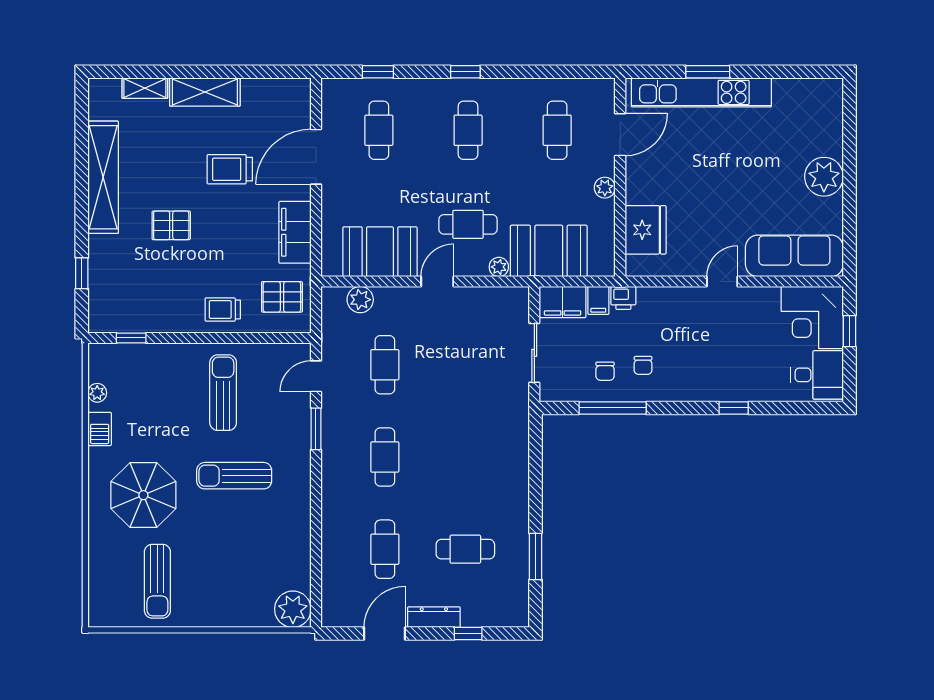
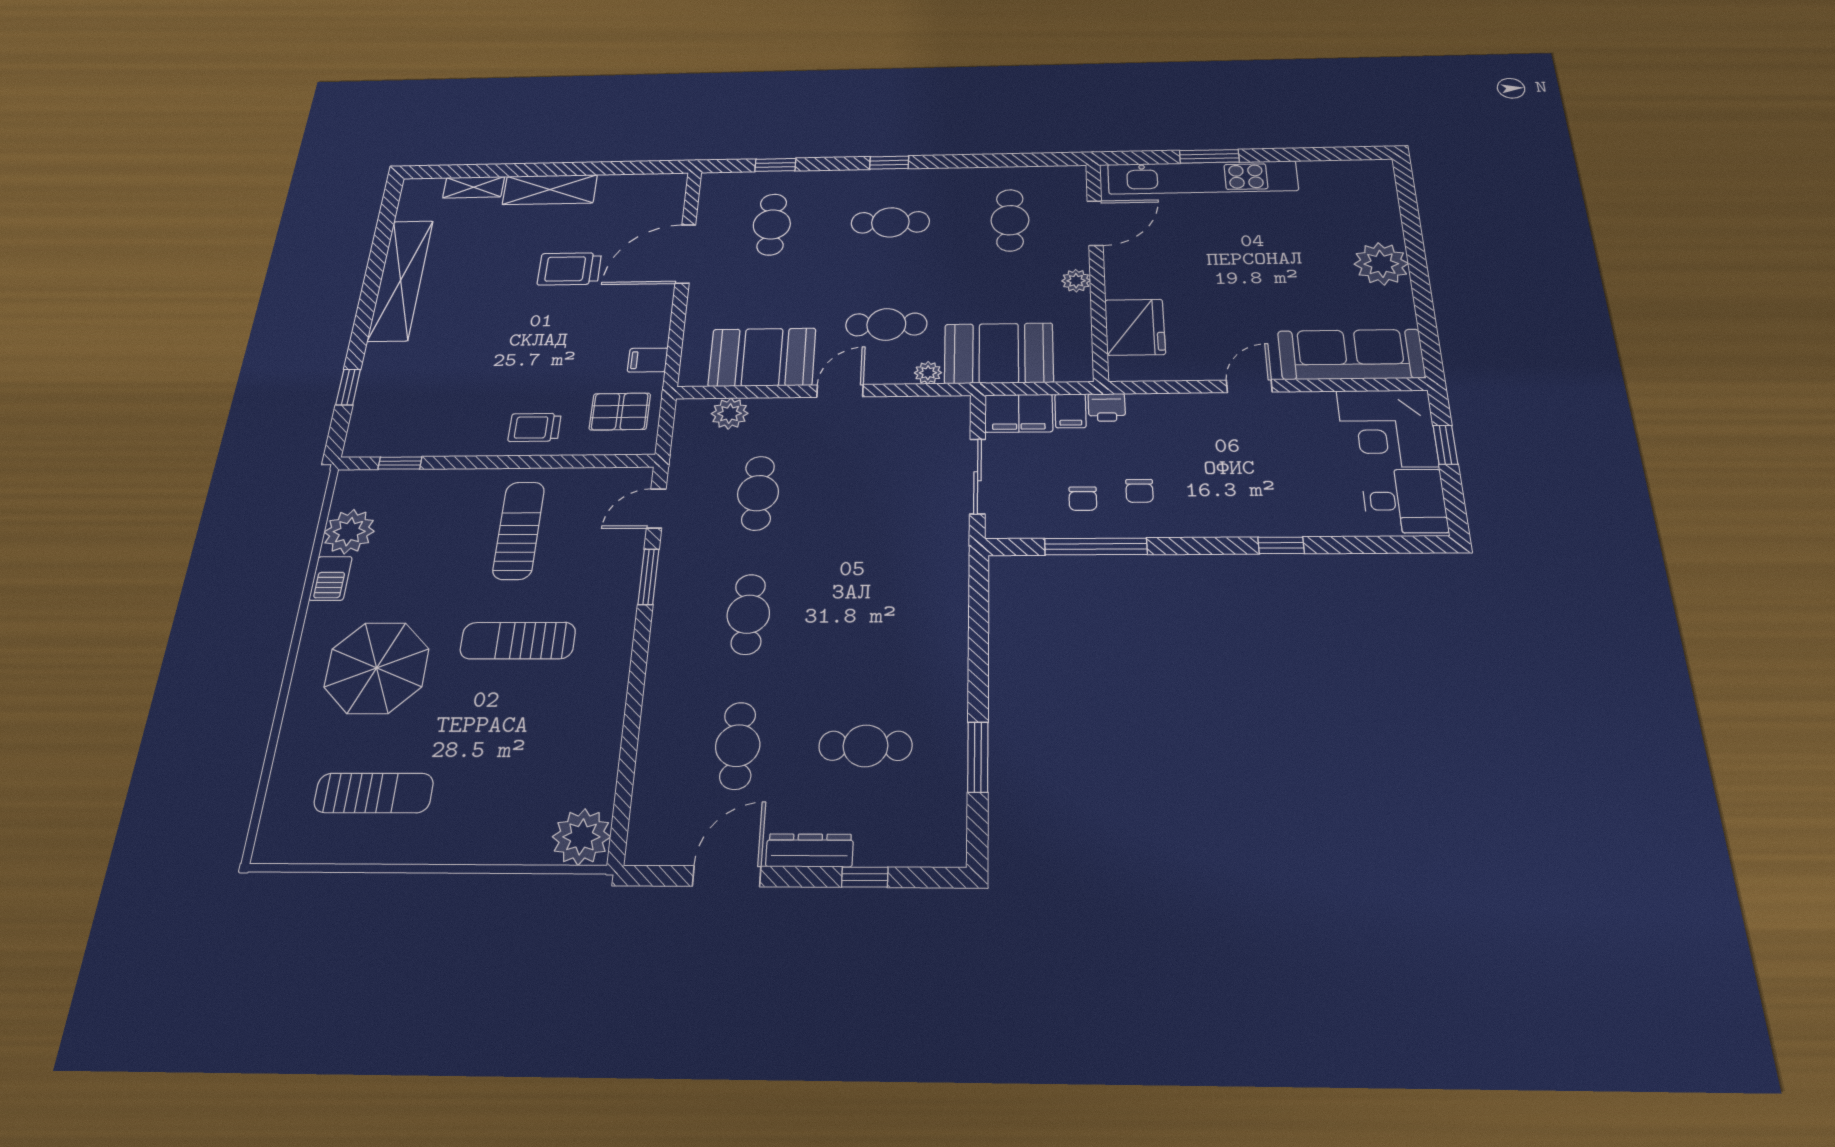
cafe table: (468, 130) -> (890, 222), turned 90
pallet: (171, 225) -> (481, 331), removed
filing cabinet: (295, 232) -> (648, 360), width x0.33, depth x0.86
plant: (97, 393) -> (349, 532), width x1.87, depth x1.87
sun lounger: (157, 581) -> (374, 793), turned -90

